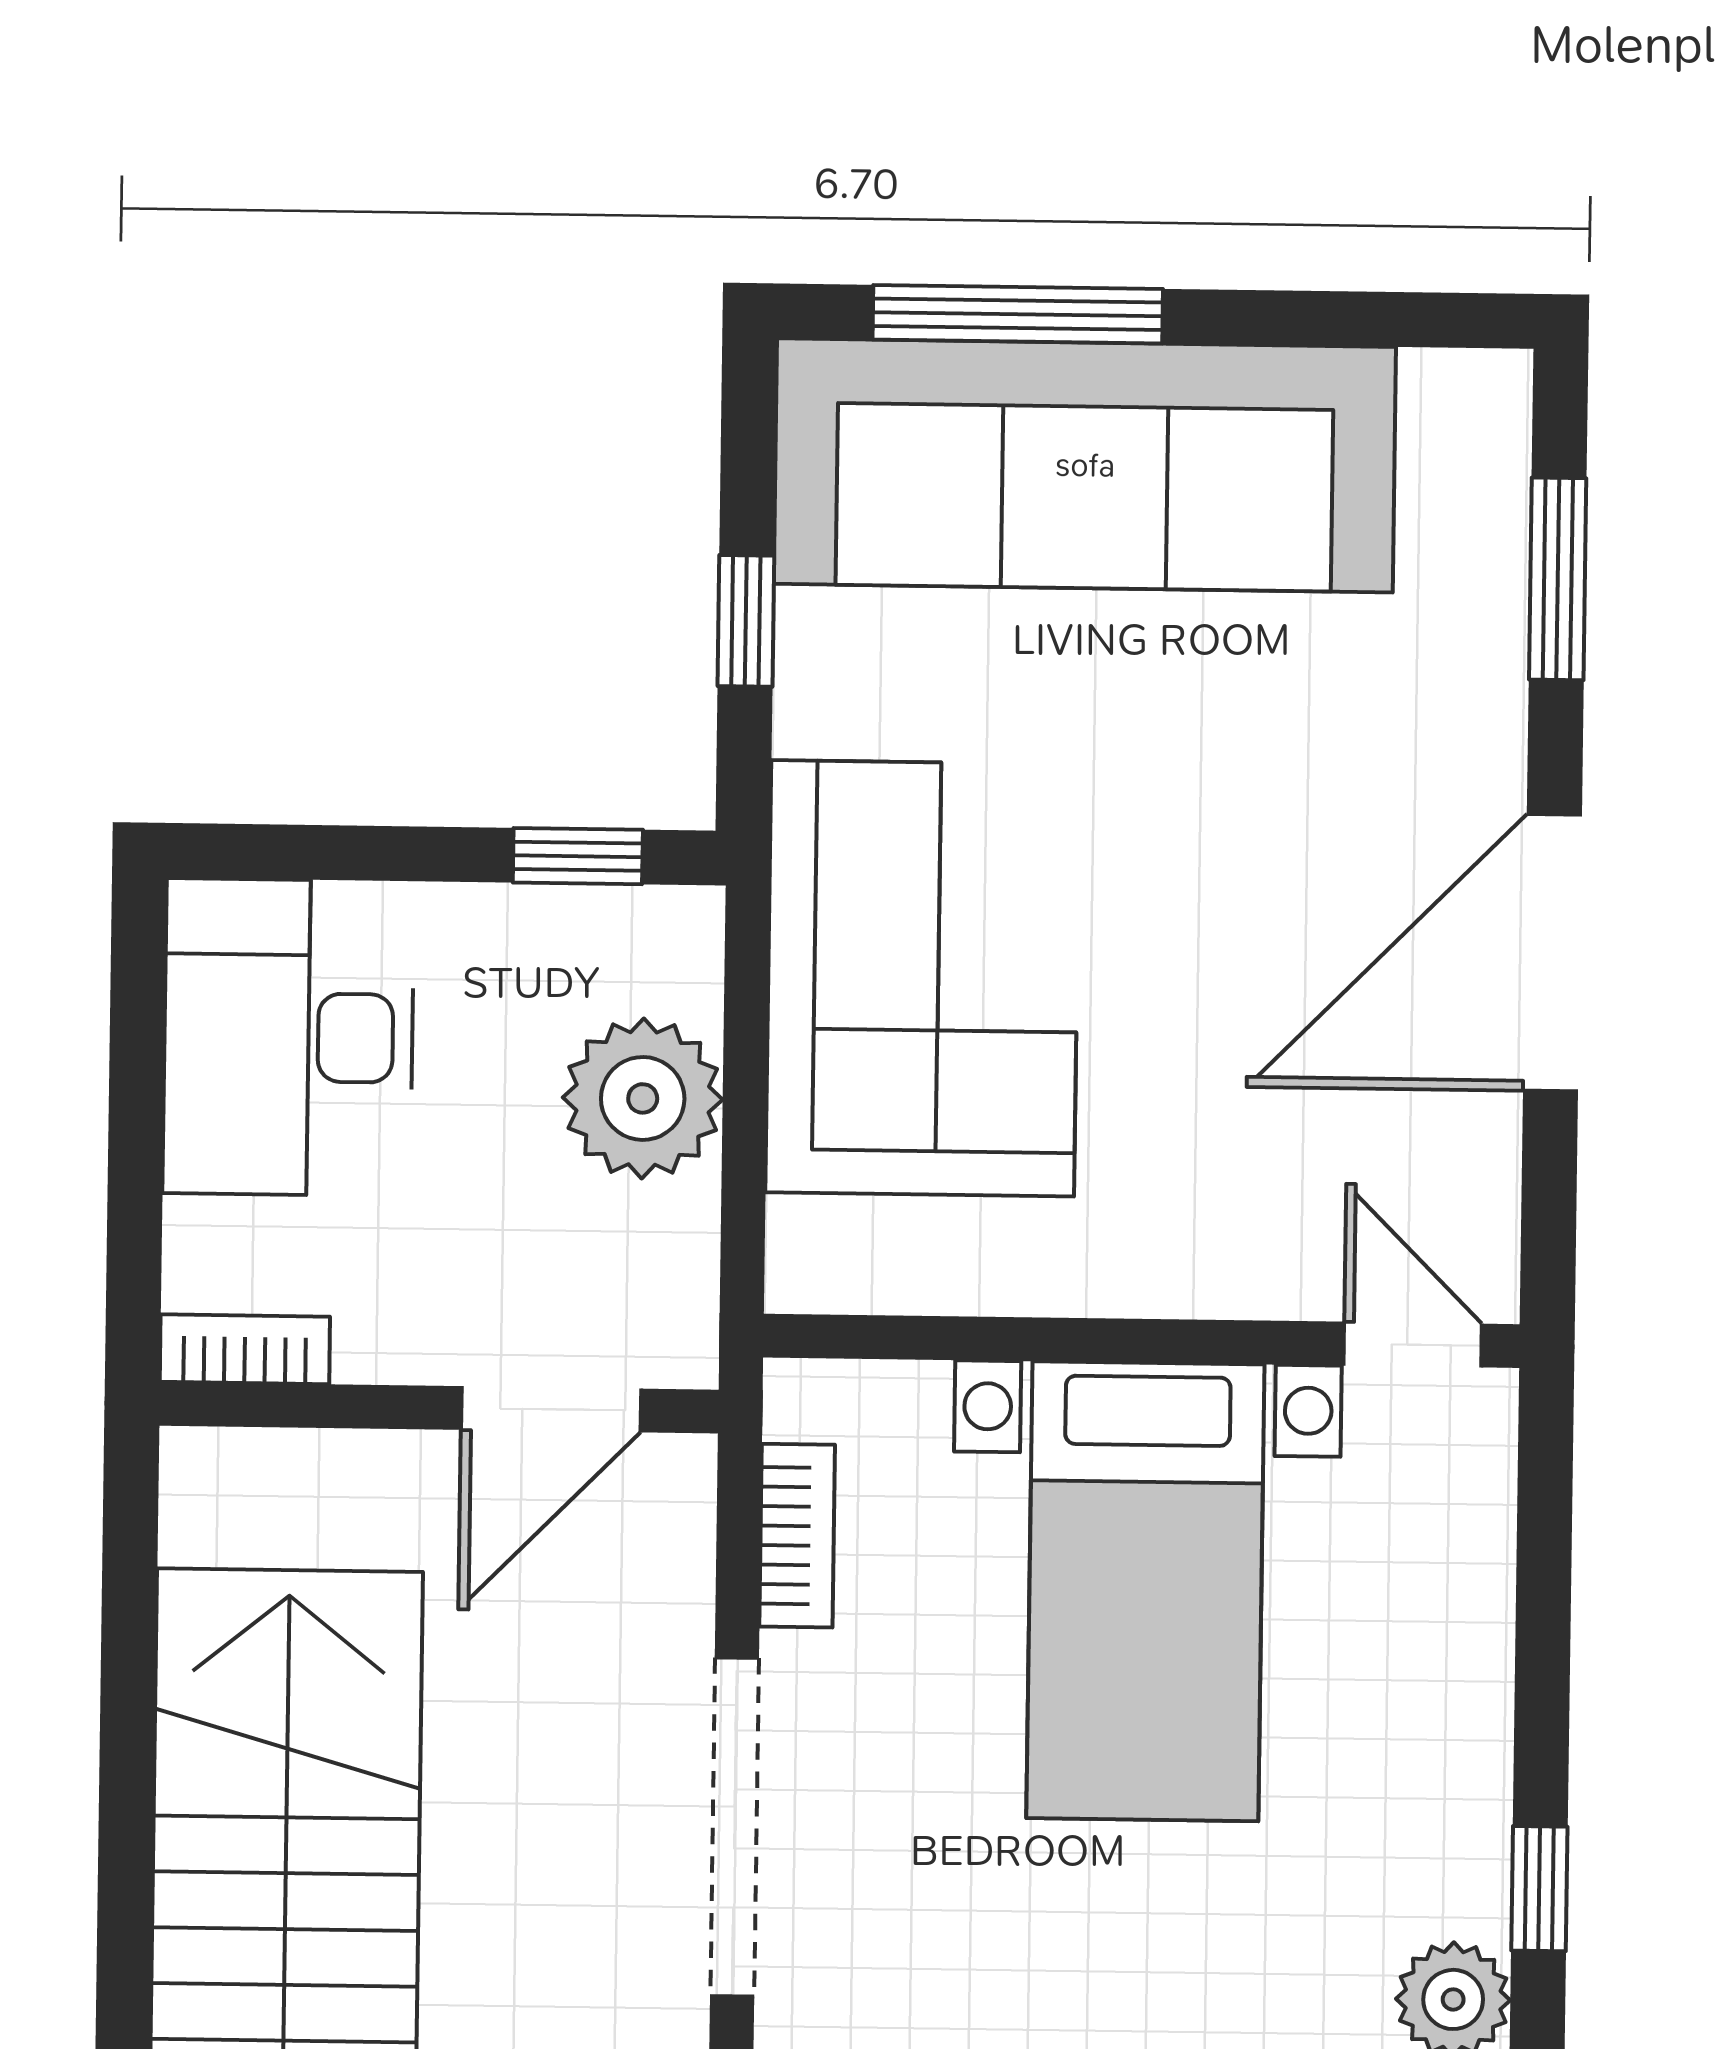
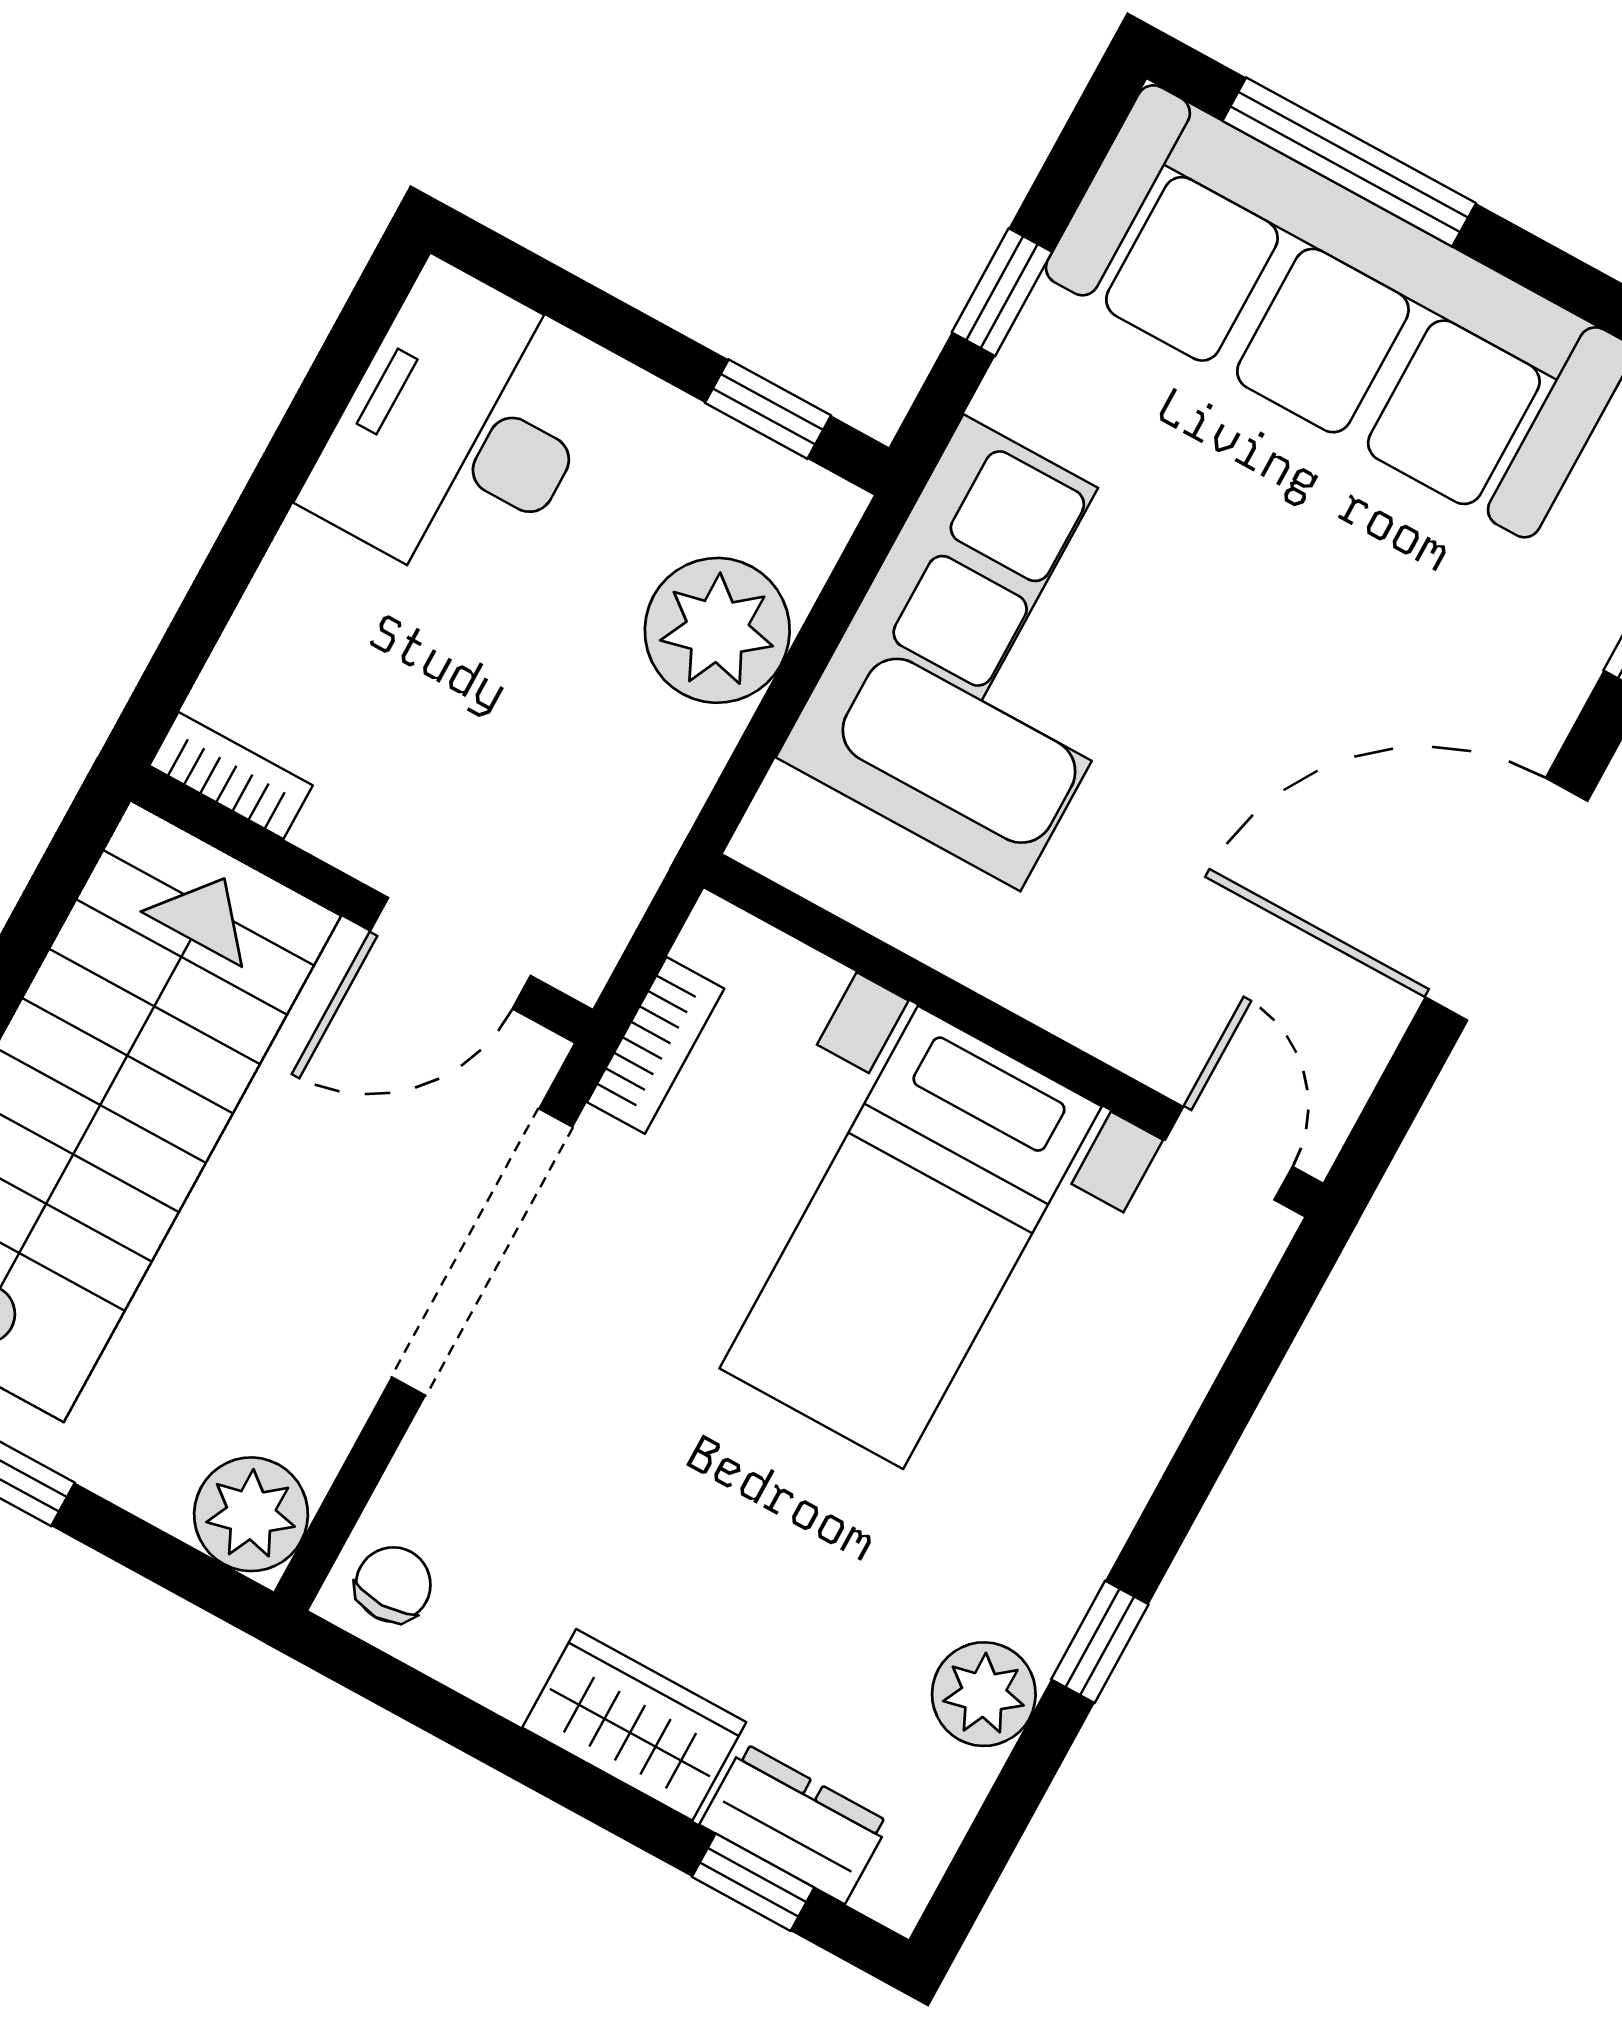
bookcase: (245, 1349) -> (231, 776), moved
wall: (439, 1408) -> (361, 905), moved
door: (551, 1409) -> (450, 953), moved

